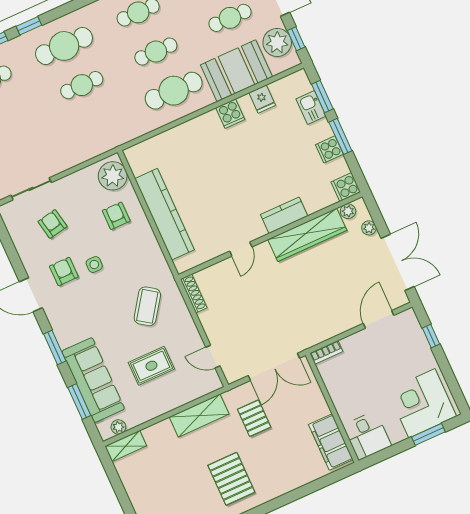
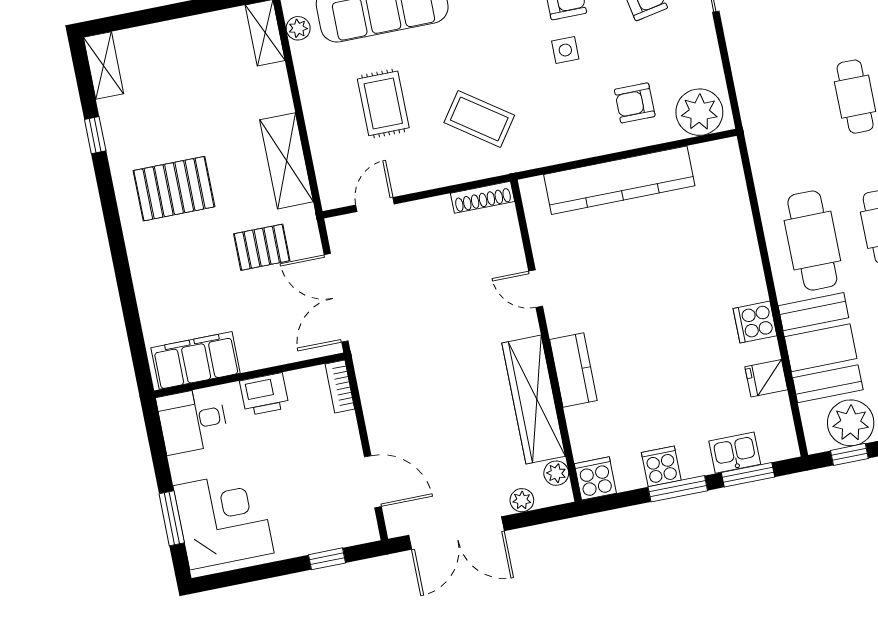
armchair: (116, 216) -> (635, 103), turned 180
printer: (341, 396) -> (264, 394), added

